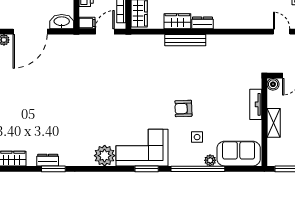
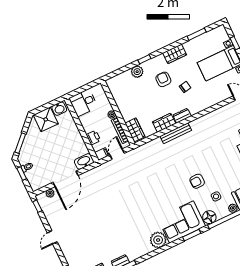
floor lamp: (178, 158) -> (209, 217), added

